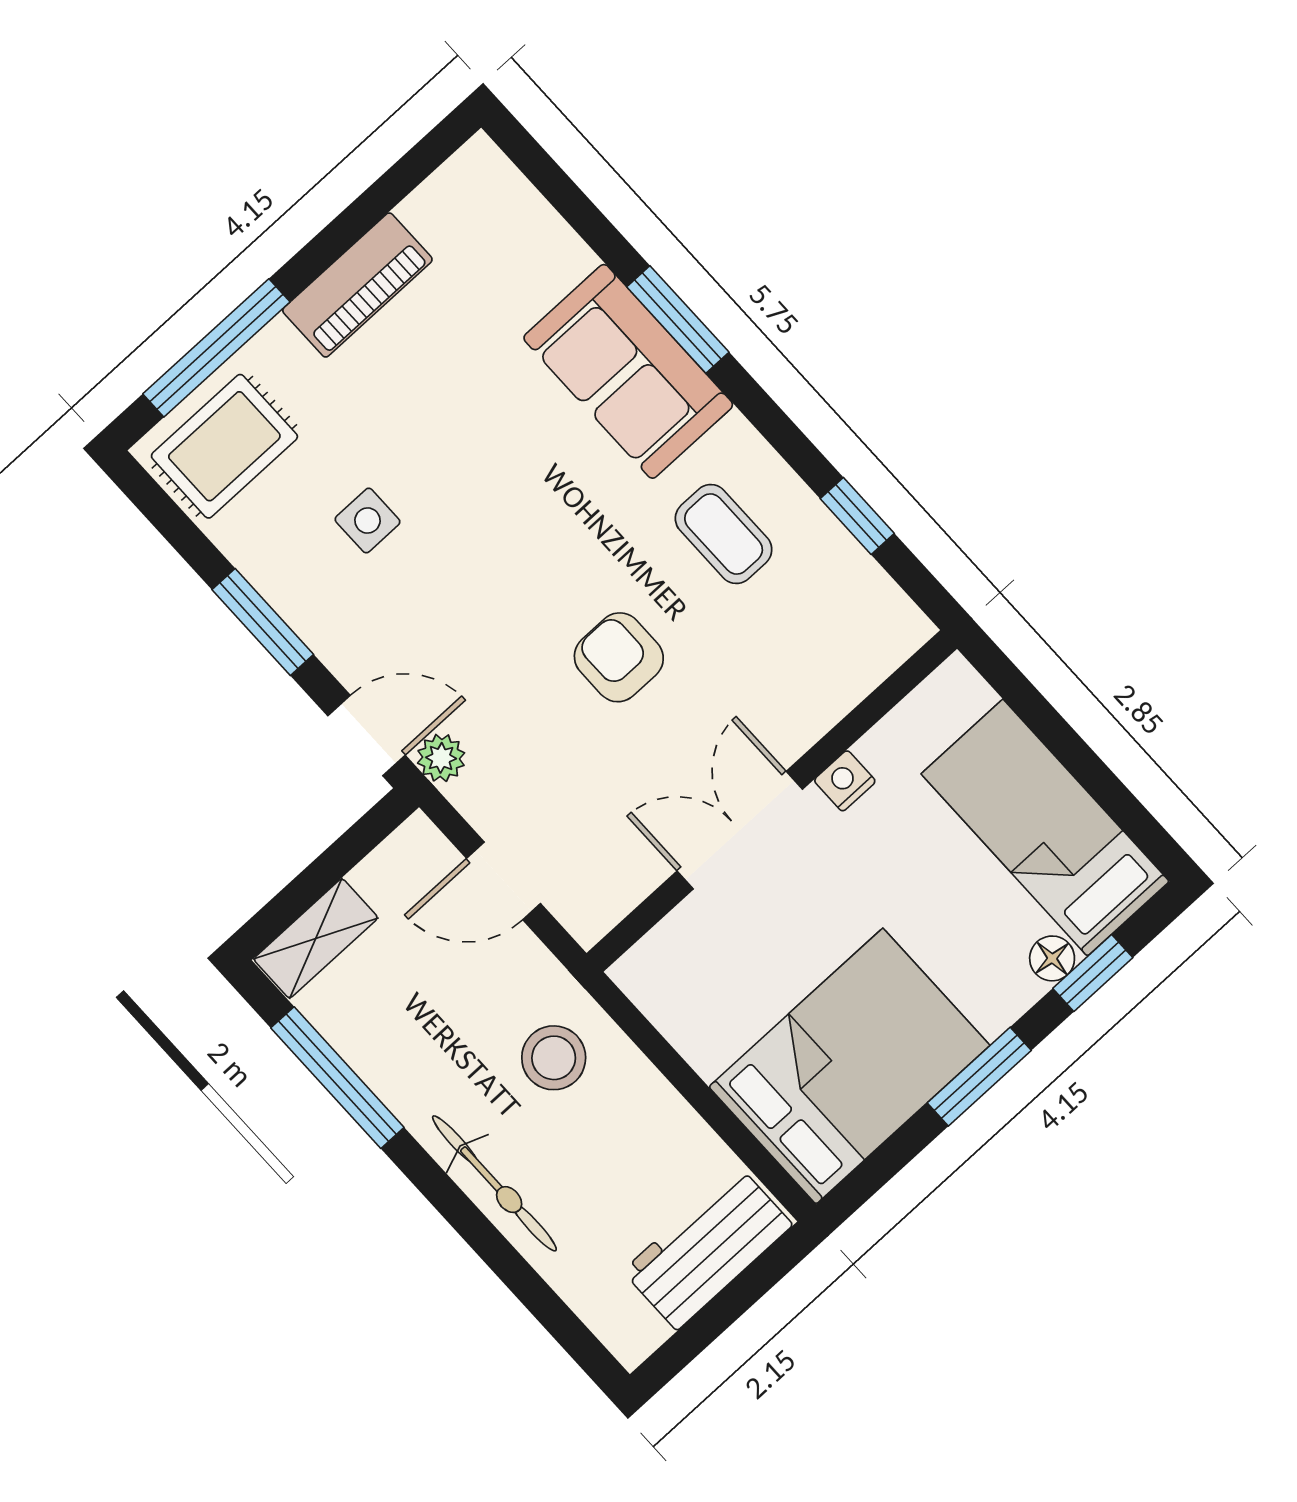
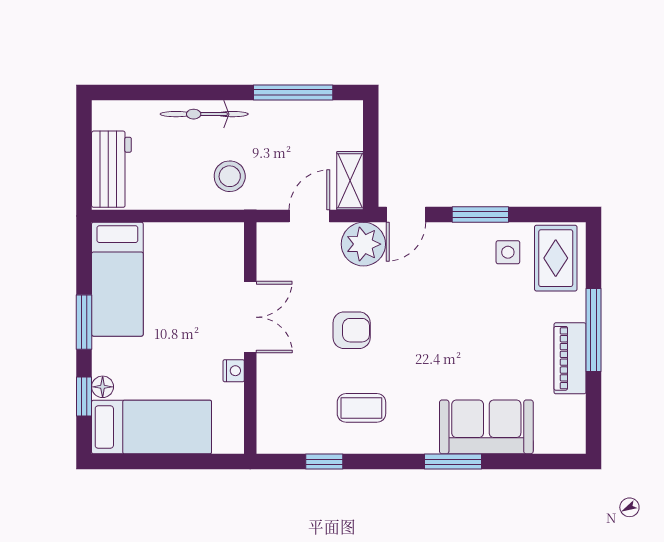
window: (216, 348) -> (593, 330), moved
sofa: (628, 371) -> (486, 427), moved
side table: (367, 521) -> (508, 252), moved
plant: (441, 758) -> (363, 244), width x1.87, depth x1.87
shelving: (316, 938) -> (350, 181), moved
bed: (849, 1066) -> (117, 279), width x0.67

